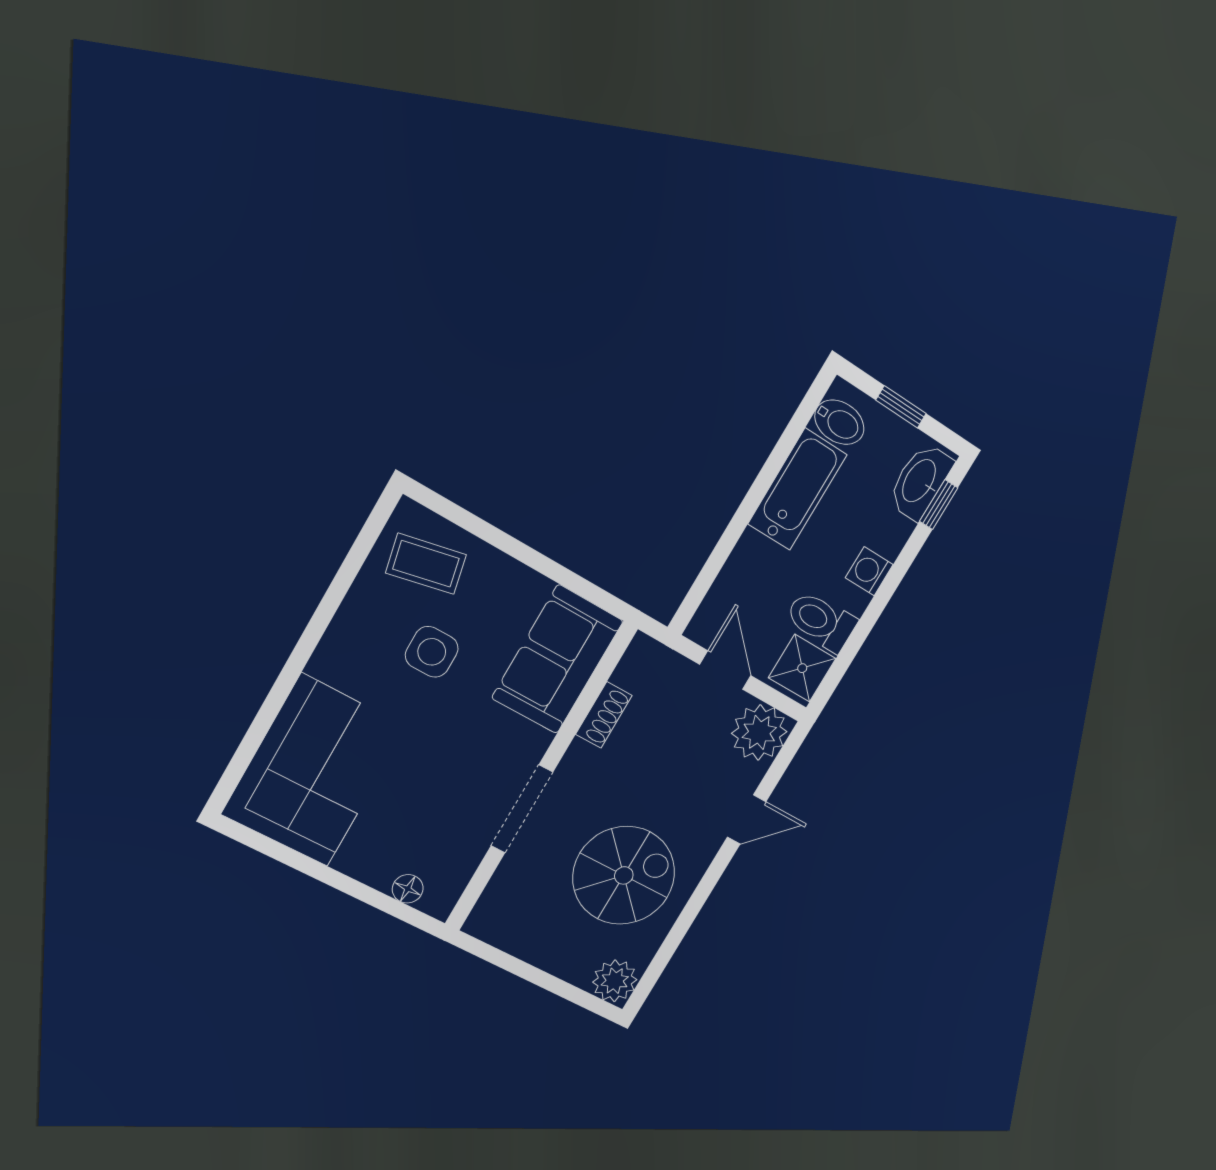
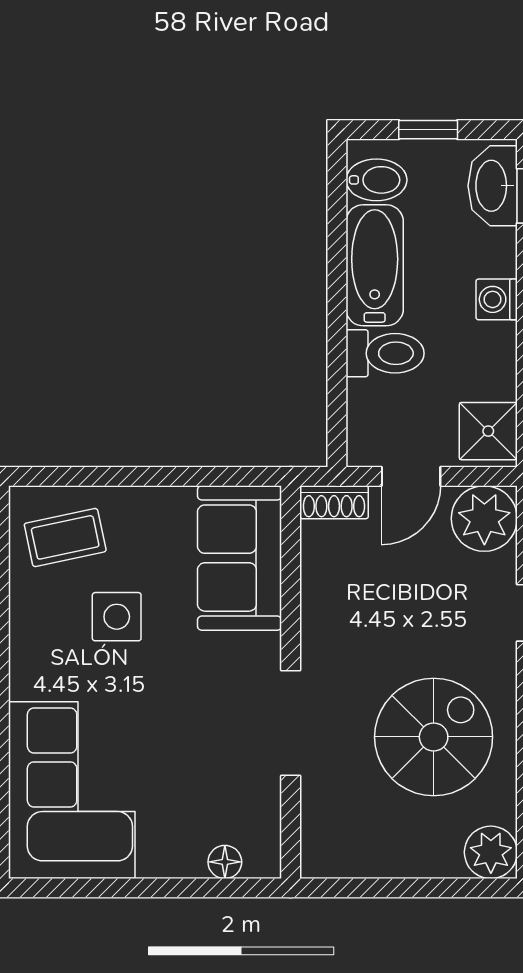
toilet: (821, 621) -> (385, 353), moved, turned 180
door: (725, 670) -> (411, 476), swing flipped
shoe rack: (604, 715) -> (334, 502), moved, turned 90

